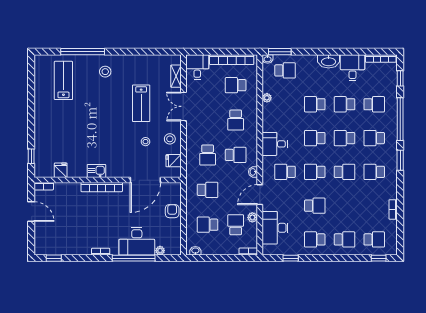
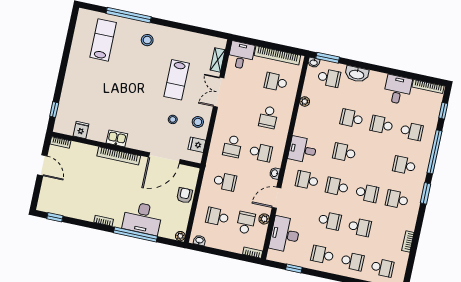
washbasin: (329, 61) -> (357, 74), moved
school desk: (344, 138) -> (360, 227), moved, turned 180
plant: (160, 251) -> (180, 236), moved

